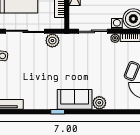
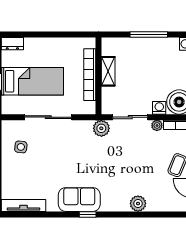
plant: (52, 41) -> (101, 128), moved
sofa: (75, 99) -> (79, 200), moved

